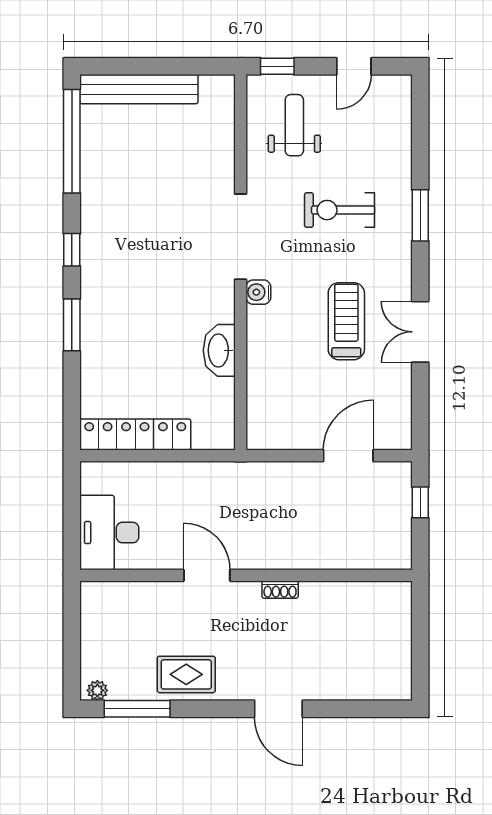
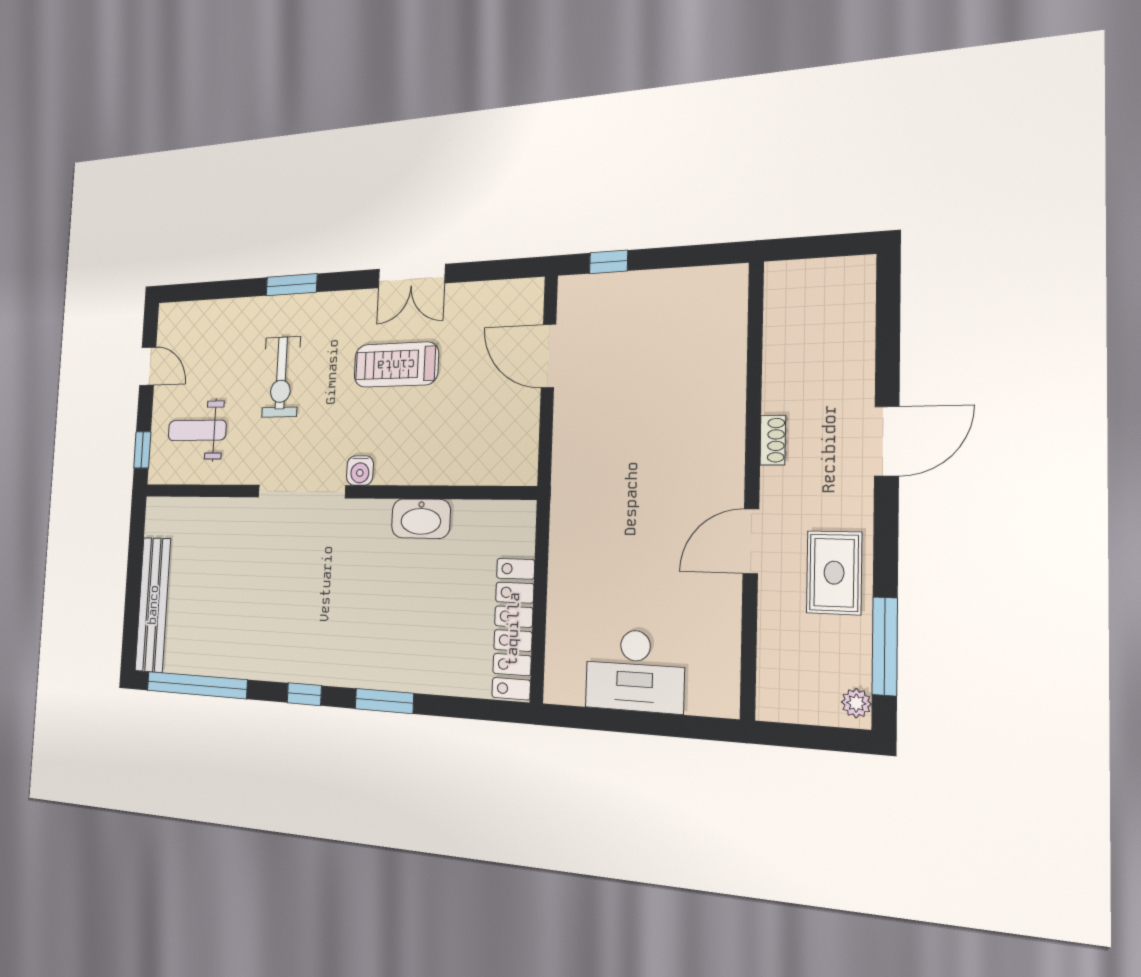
door: (207, 575) -> (751, 541), moved
wall: (246, 575) -> (752, 487), moved
shoe rack: (280, 590) -> (773, 440), moved

